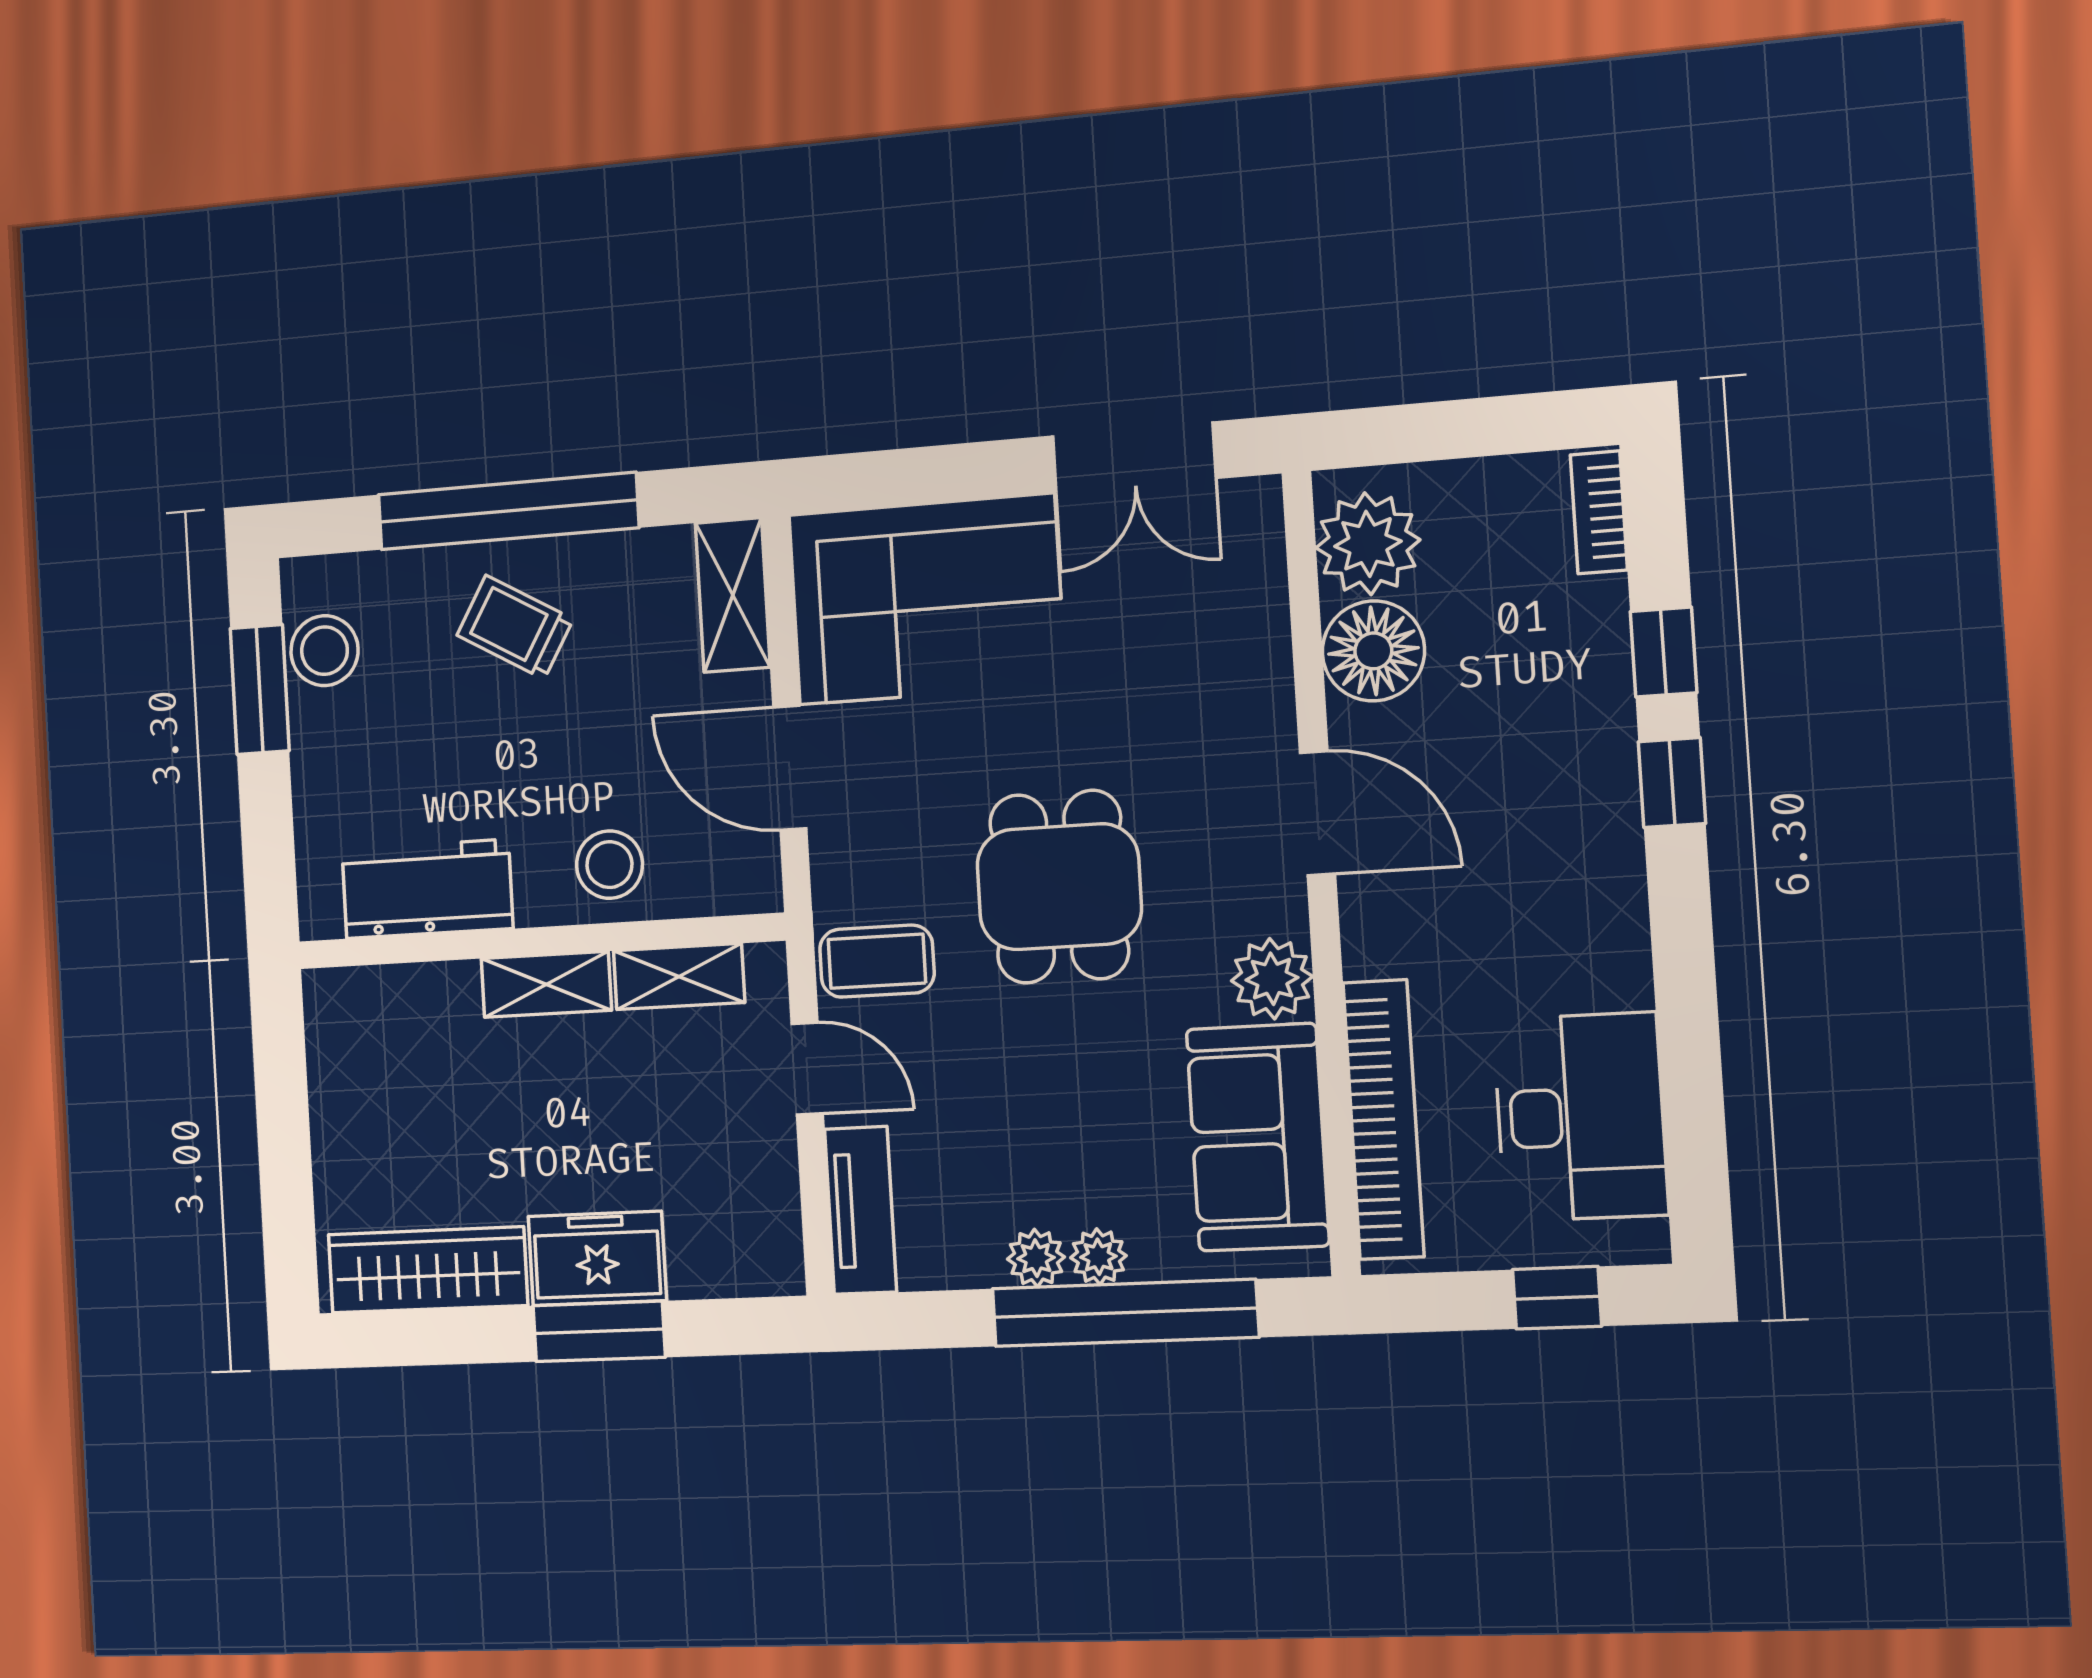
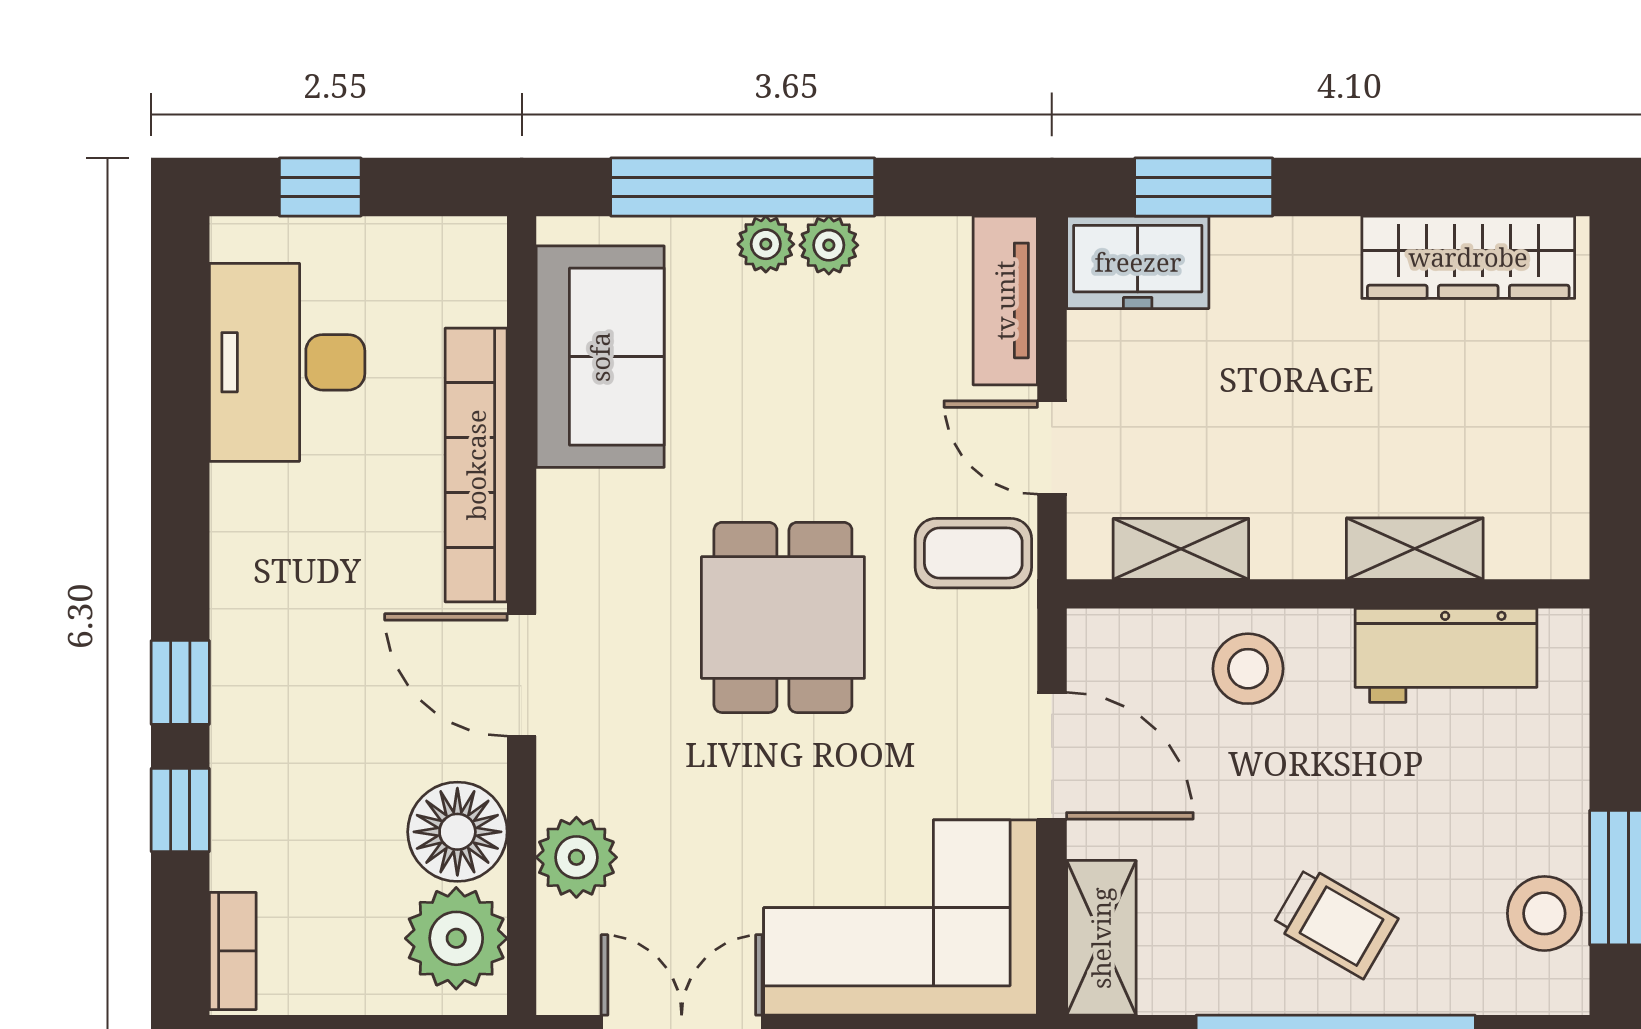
plant: (1272, 979) -> (576, 857), moved
shelving: (546, 984) -> (1415, 549), moved
bookcase: (1383, 1119) -> (476, 465), moved
freezer: (597, 1258) -> (1138, 262), moved
window: (599, 1331) -> (1204, 187), moved

